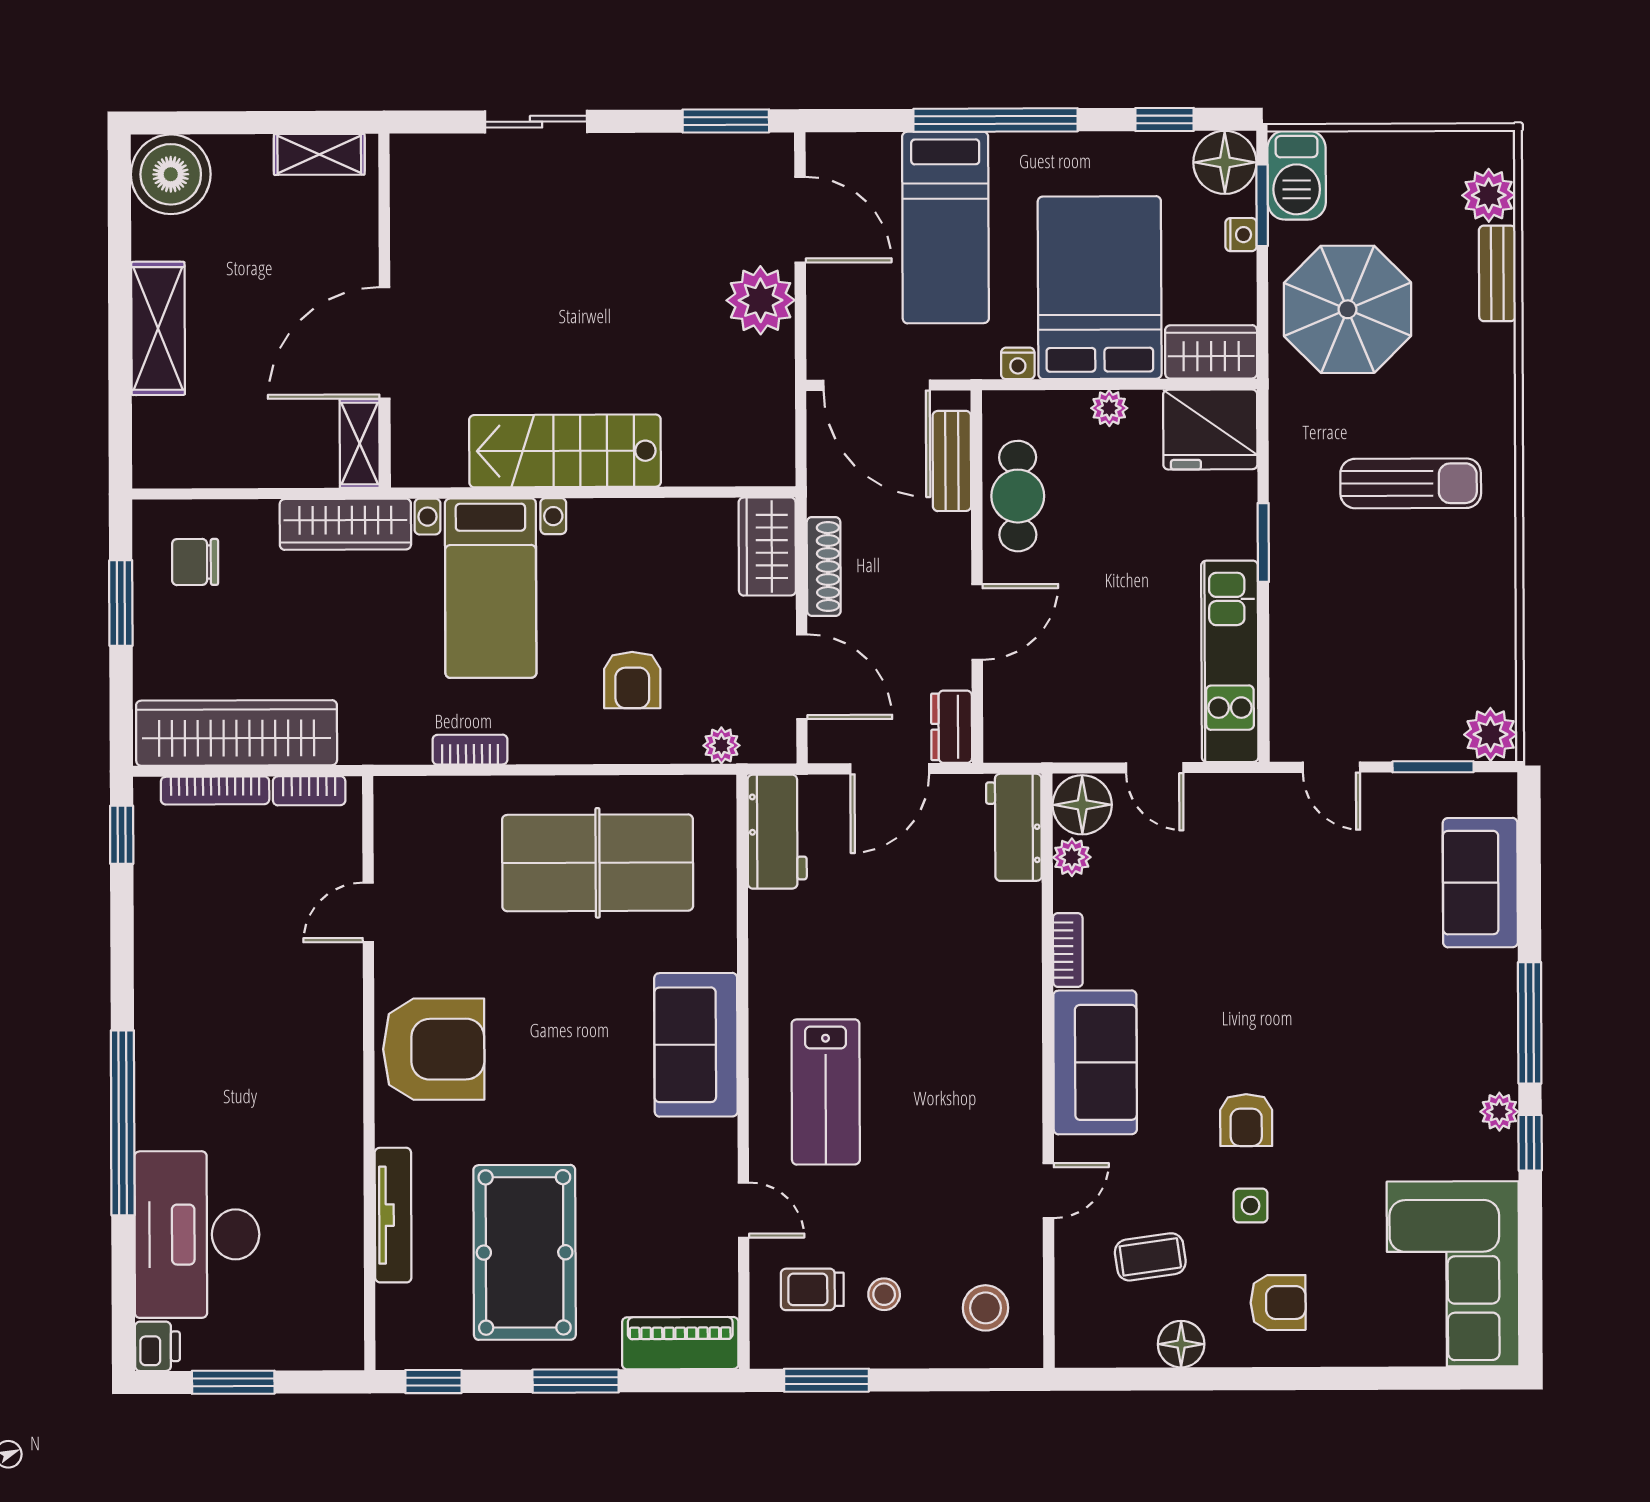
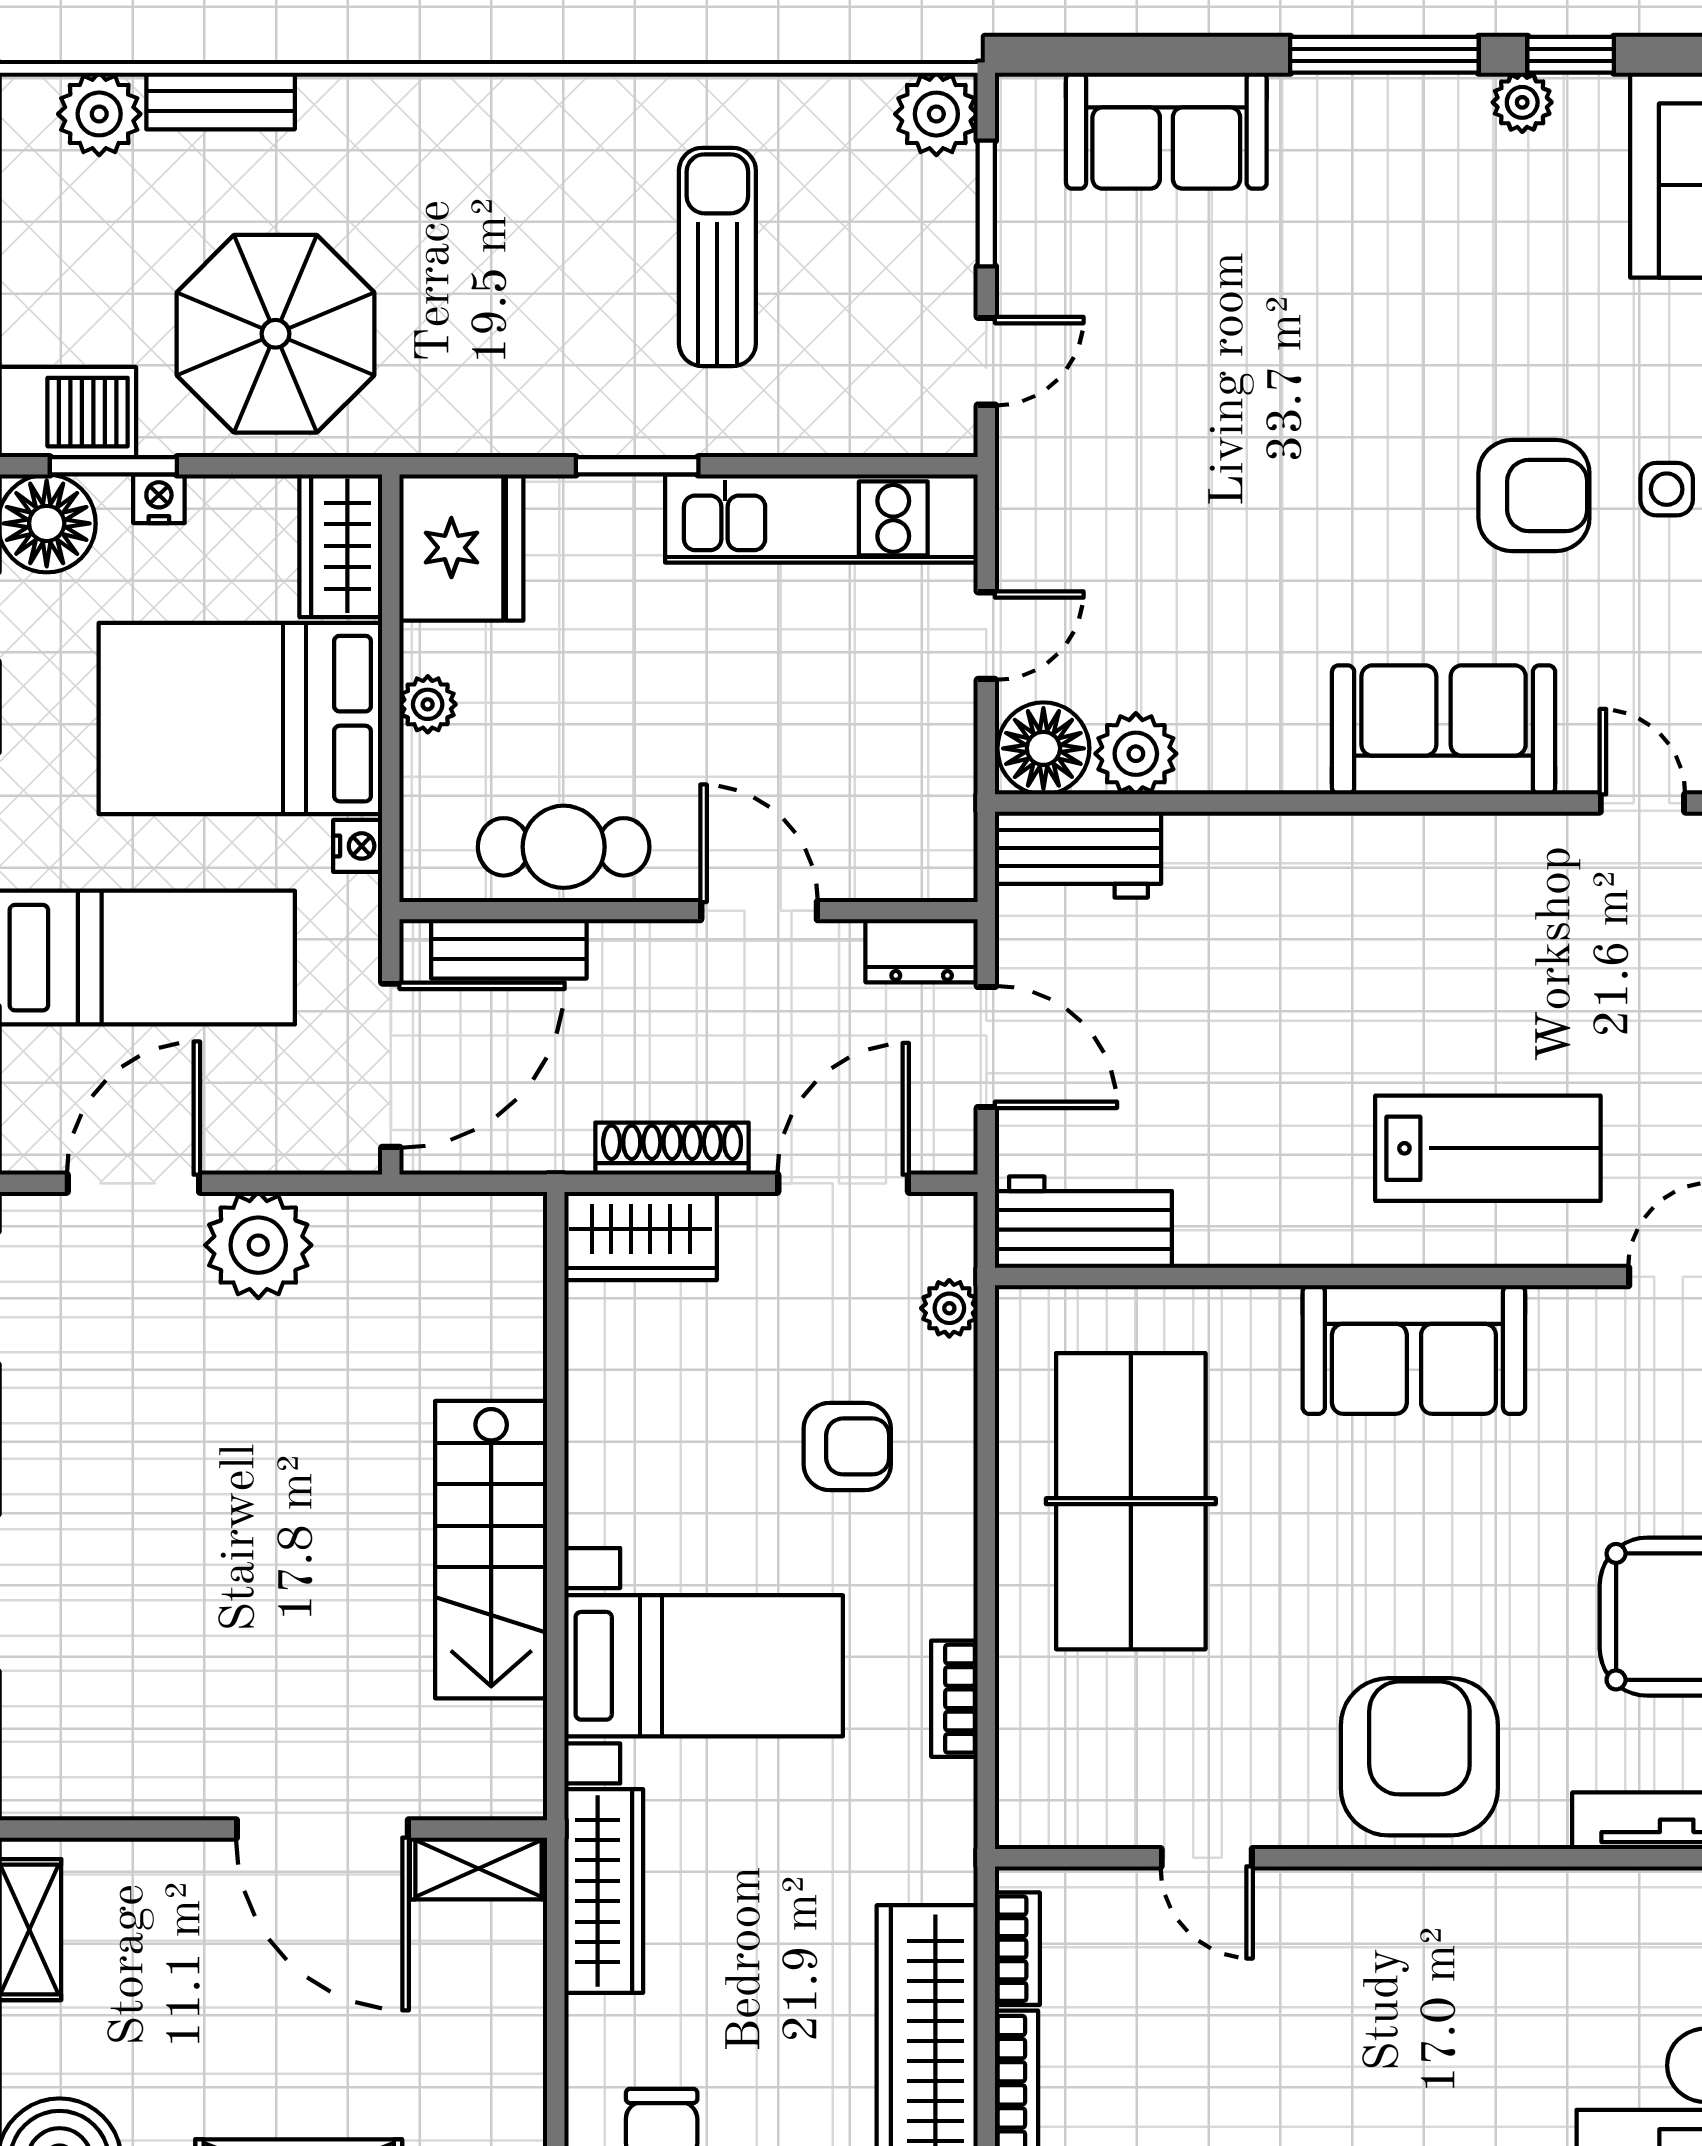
sun lounger: (1411, 483) -> (717, 257), moved
plant: (1072, 857) -> (1136, 754), width x1.38, depth x1.38
bookcase: (1068, 950) -> (1269, 771), removed
armchair: (1246, 1120) -> (1534, 496), width x1.38, depth x1.38

